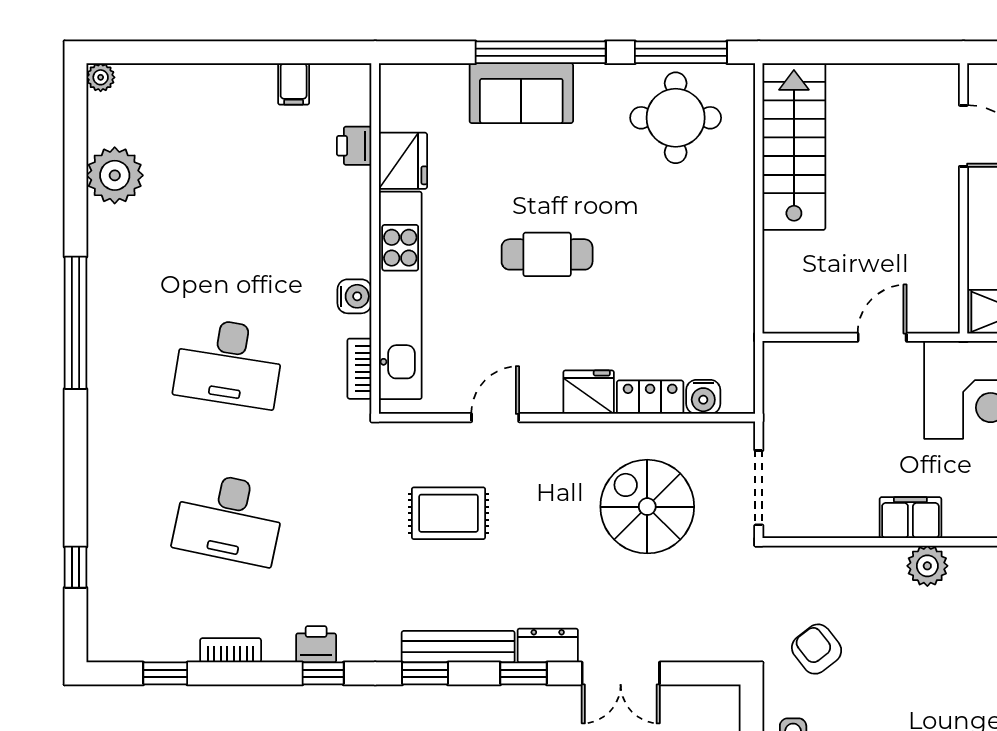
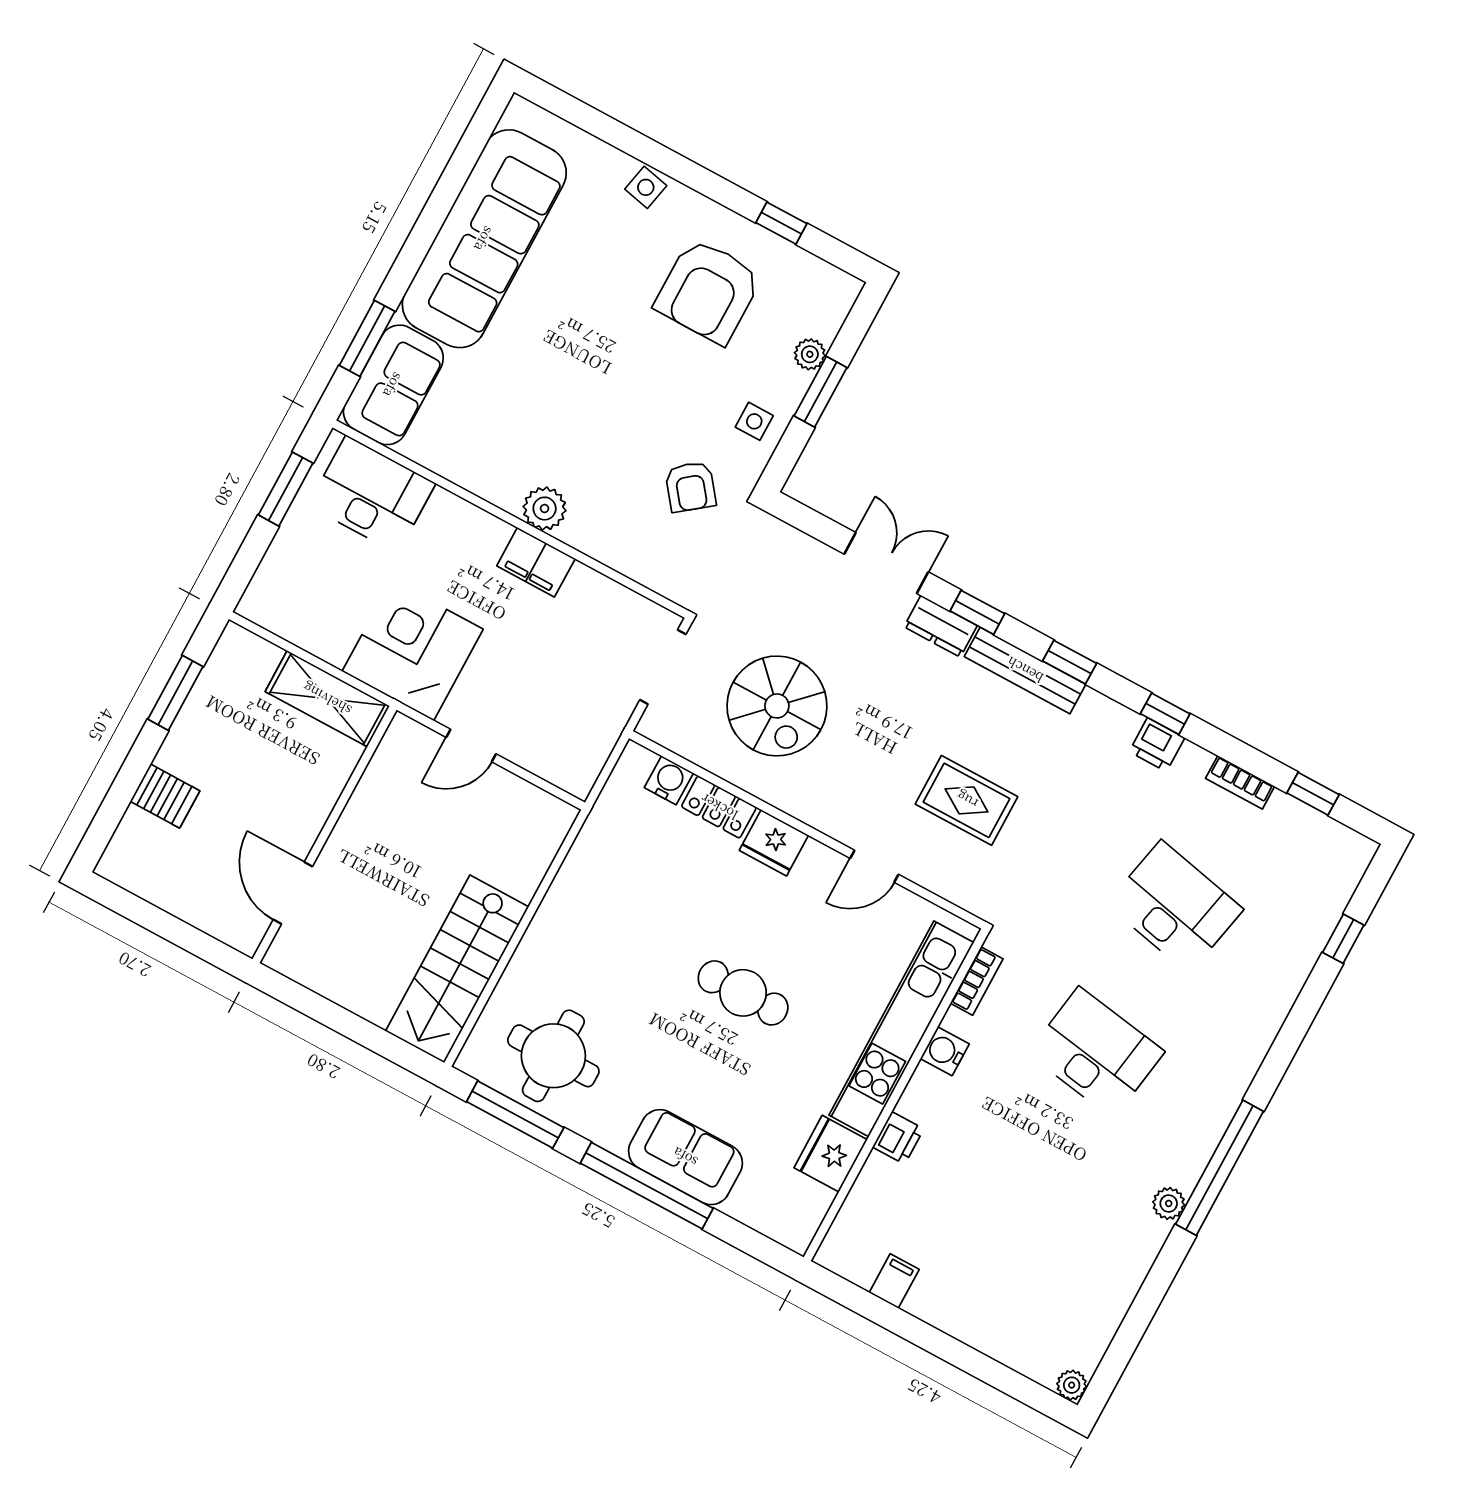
printer: (354, 146) -> (898, 1138), moved
plant: (115, 175) -> (1169, 1203), moved, width x0.53, depth x0.53

